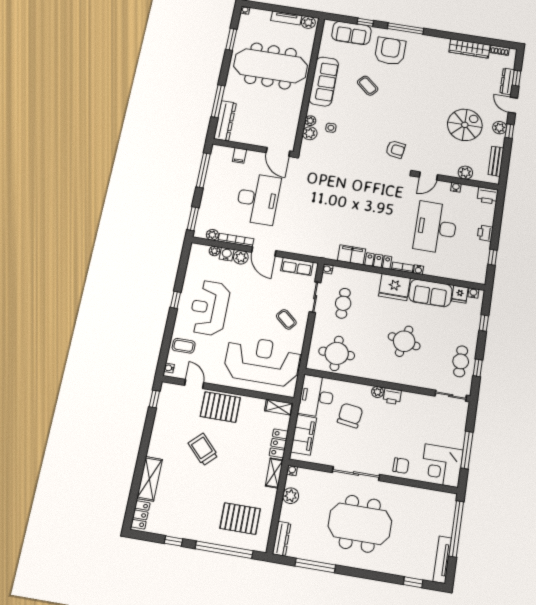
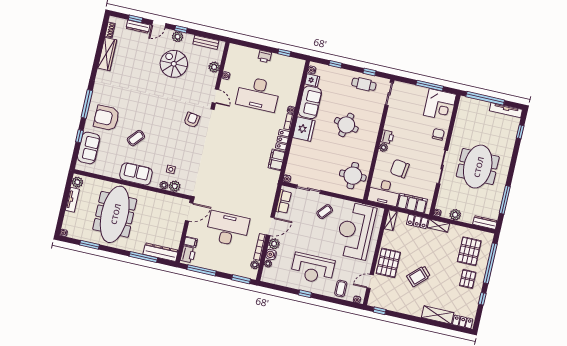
sofa: (324, 81) -> (136, 174), width x0.73
printer: (488, 195) -> (188, 254), moved
cafe table: (343, 303) -> (315, 168), removed
pallet: (201, 519) -> (468, 279), added

